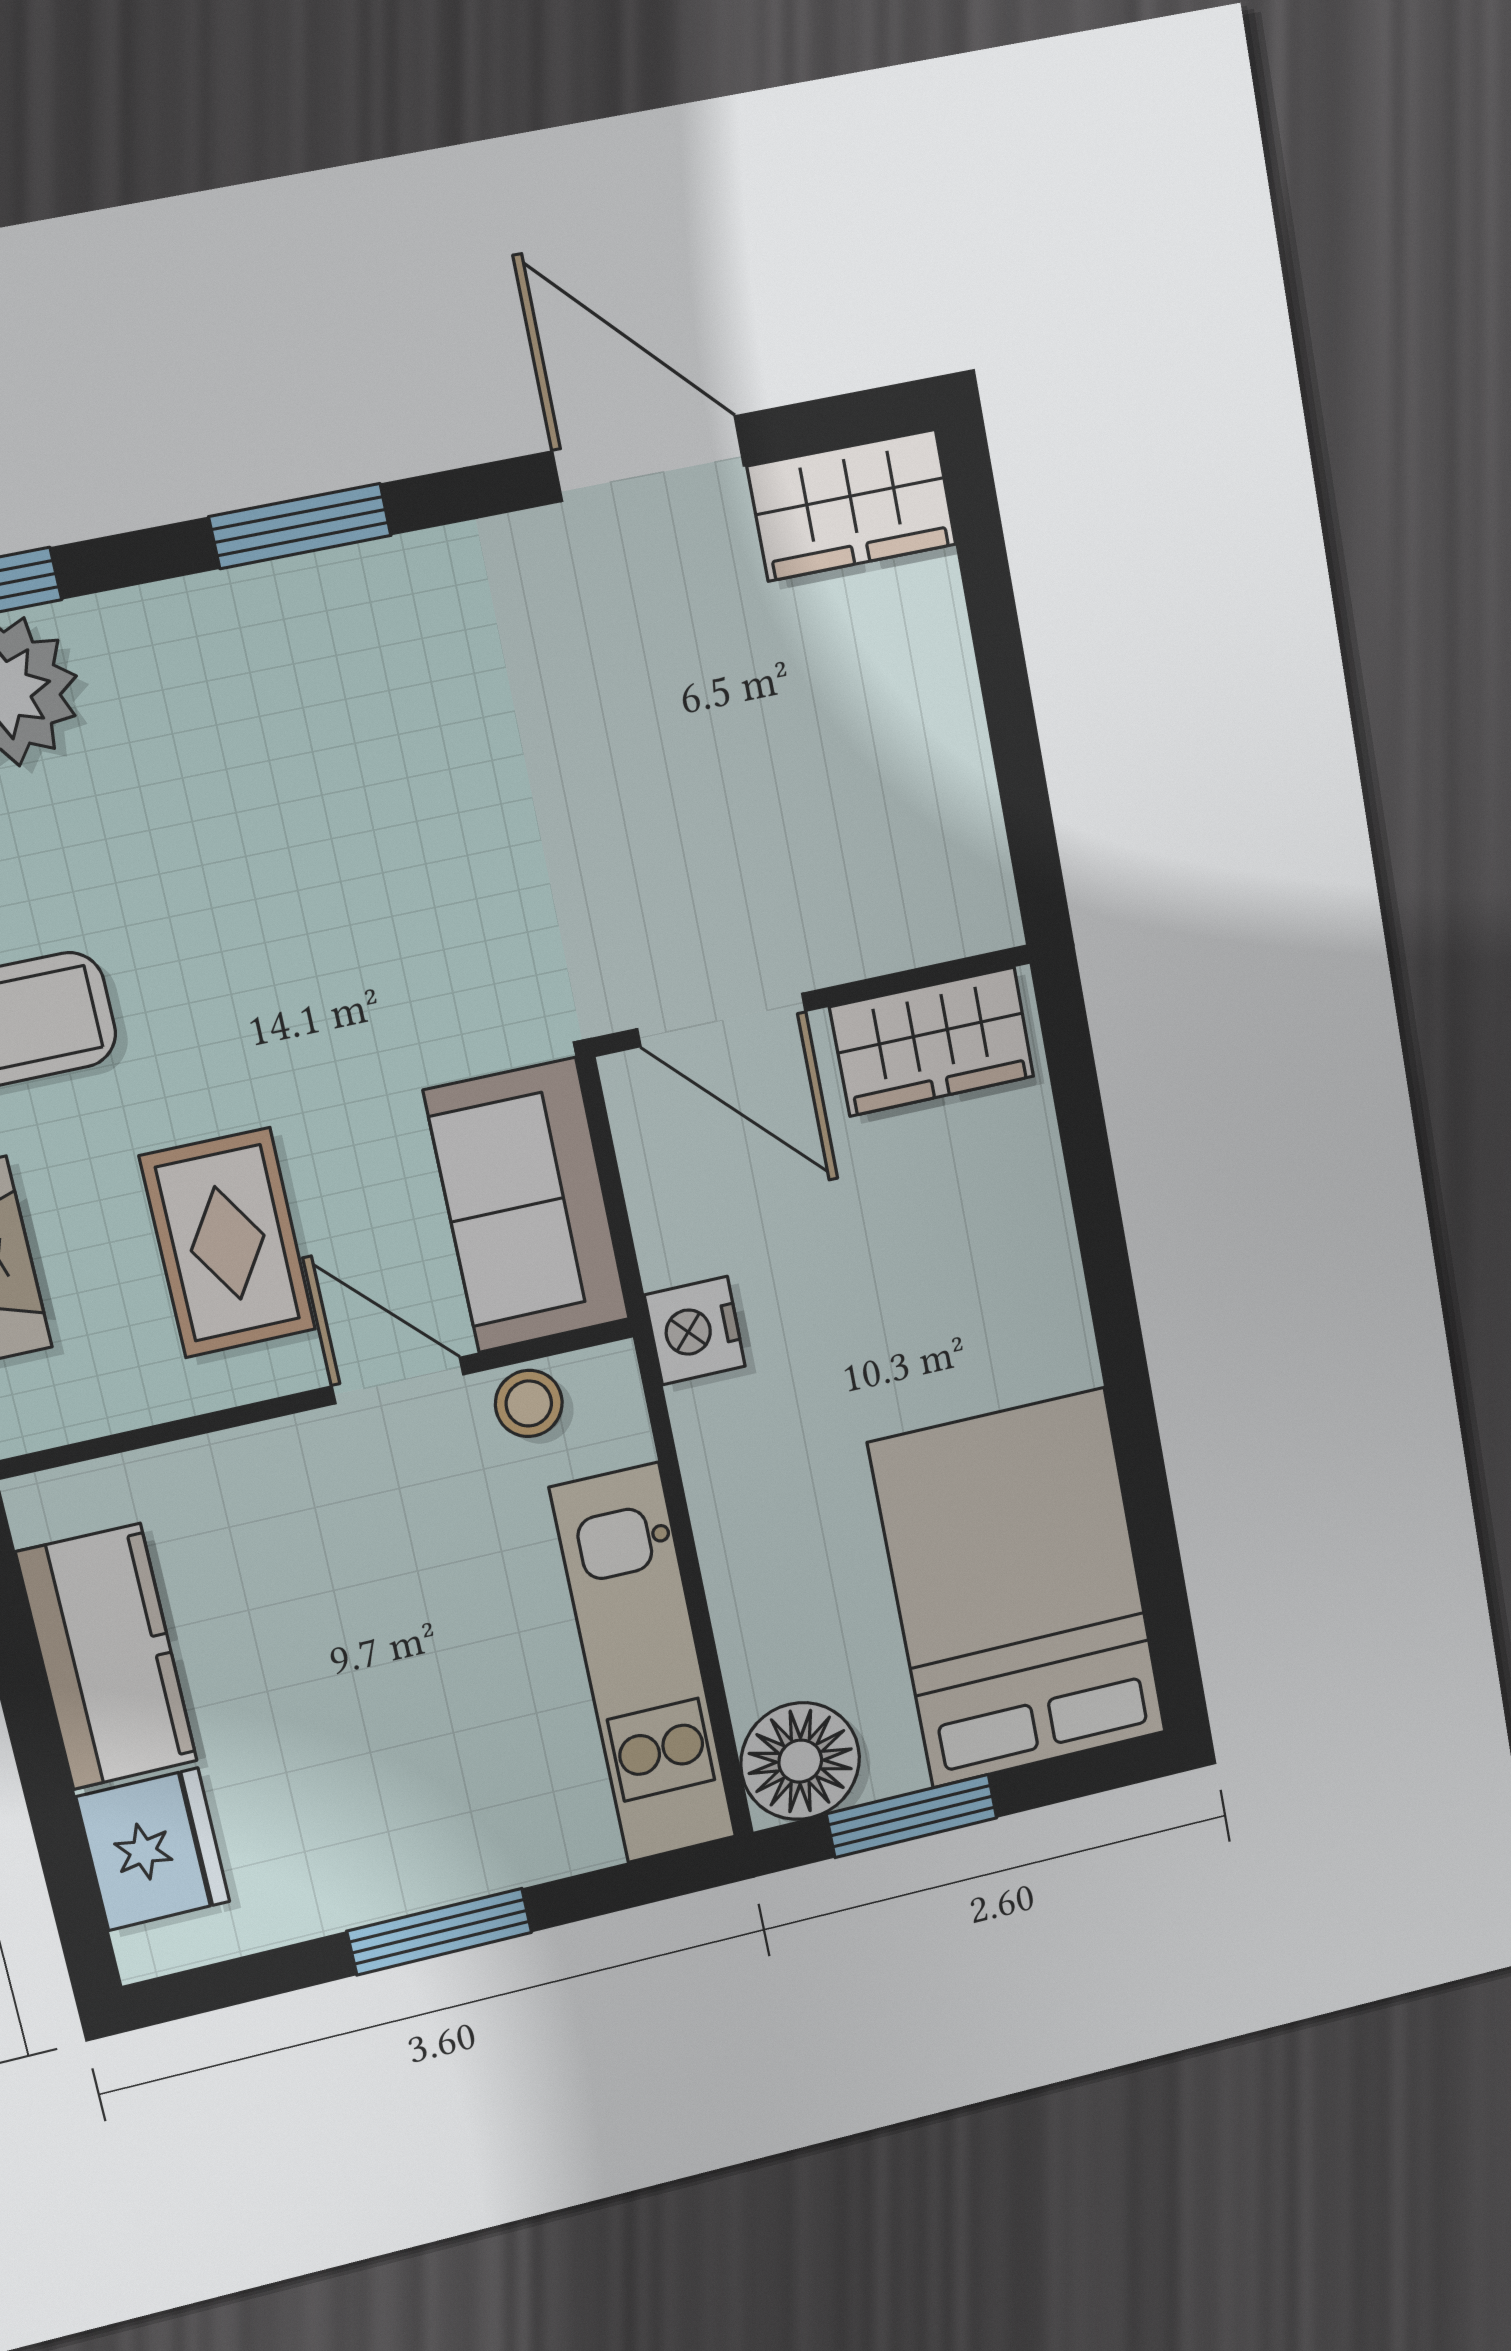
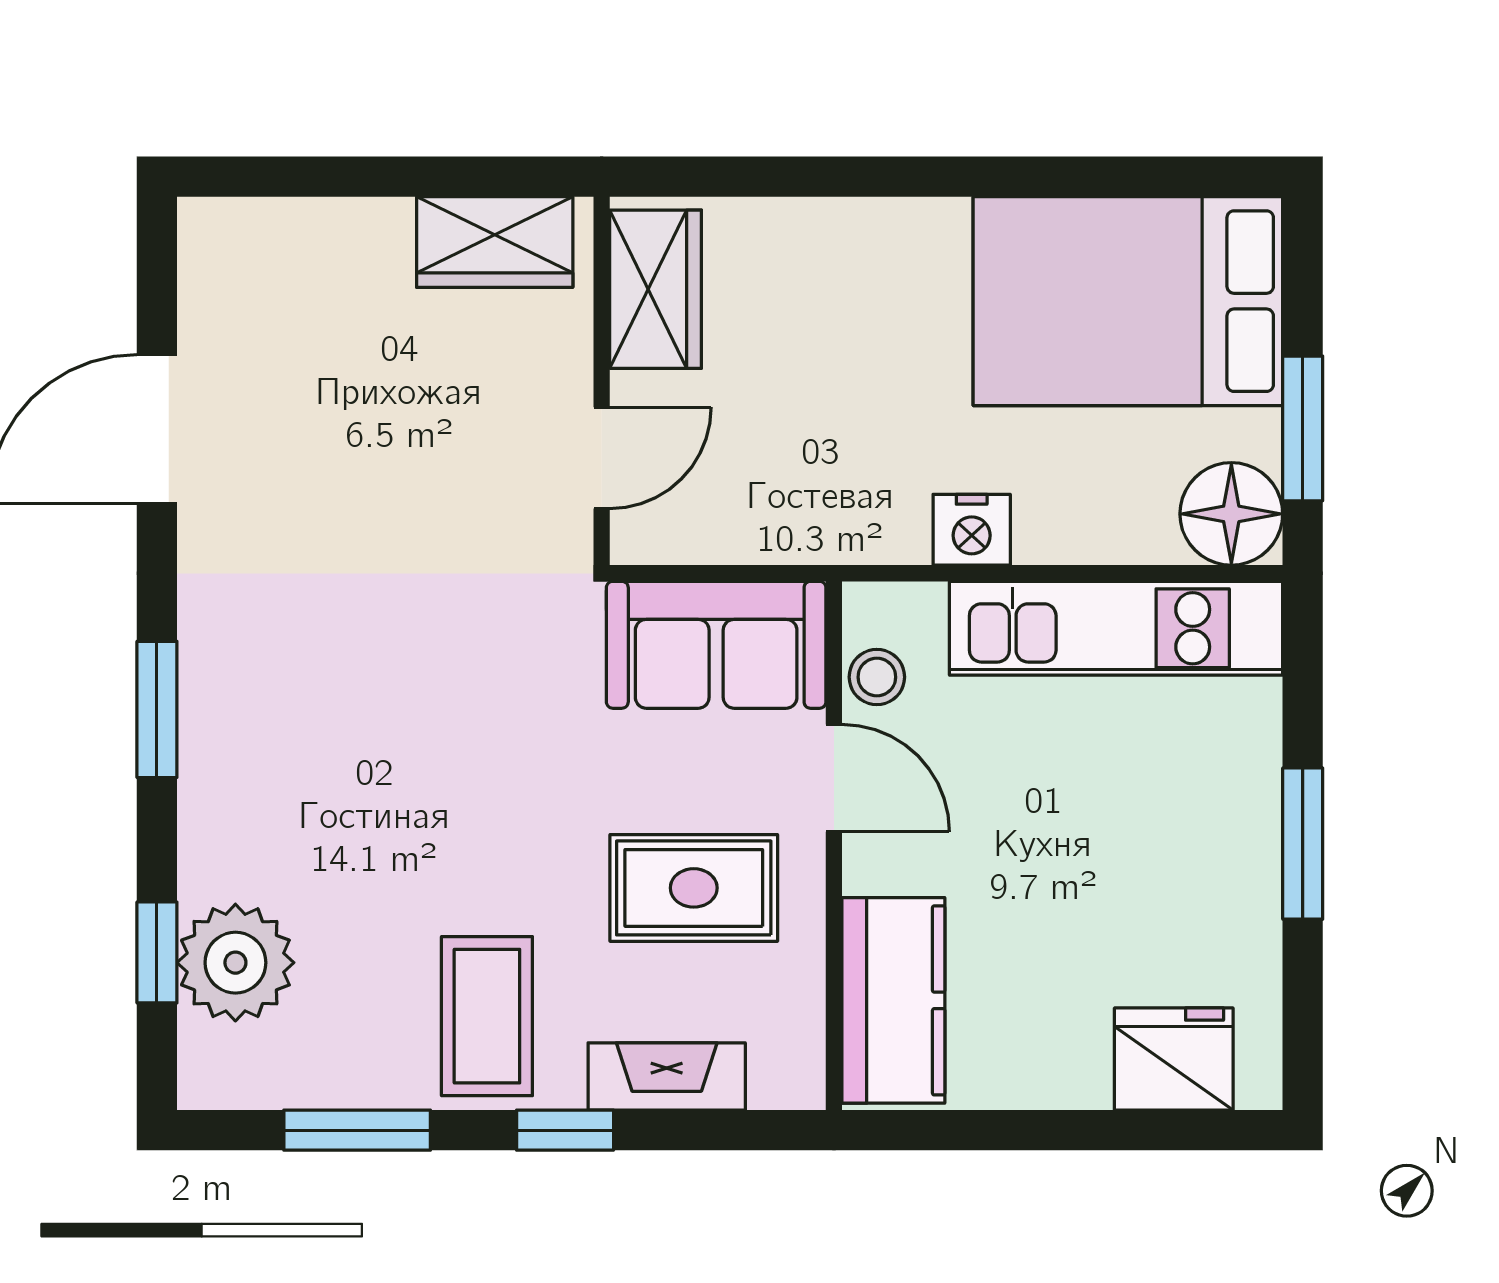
wardrobe: (852, 505) -> (495, 242), moved, turned 90
door: (722, 1020) -> (602, 458), width x0.73
nightstand: (695, 1331) -> (972, 530), moved
door: (398, 1380) -> (834, 778), swing flipped
kitchen counter: (107, 1657) -> (893, 1000), moved, turned 90

